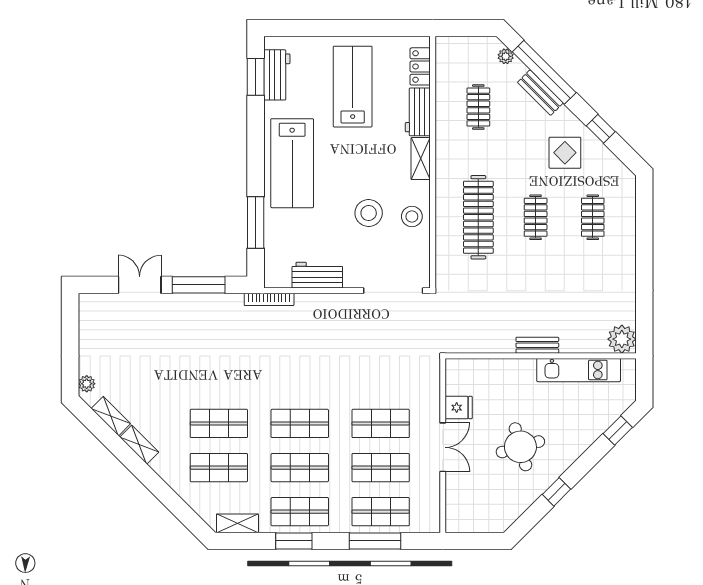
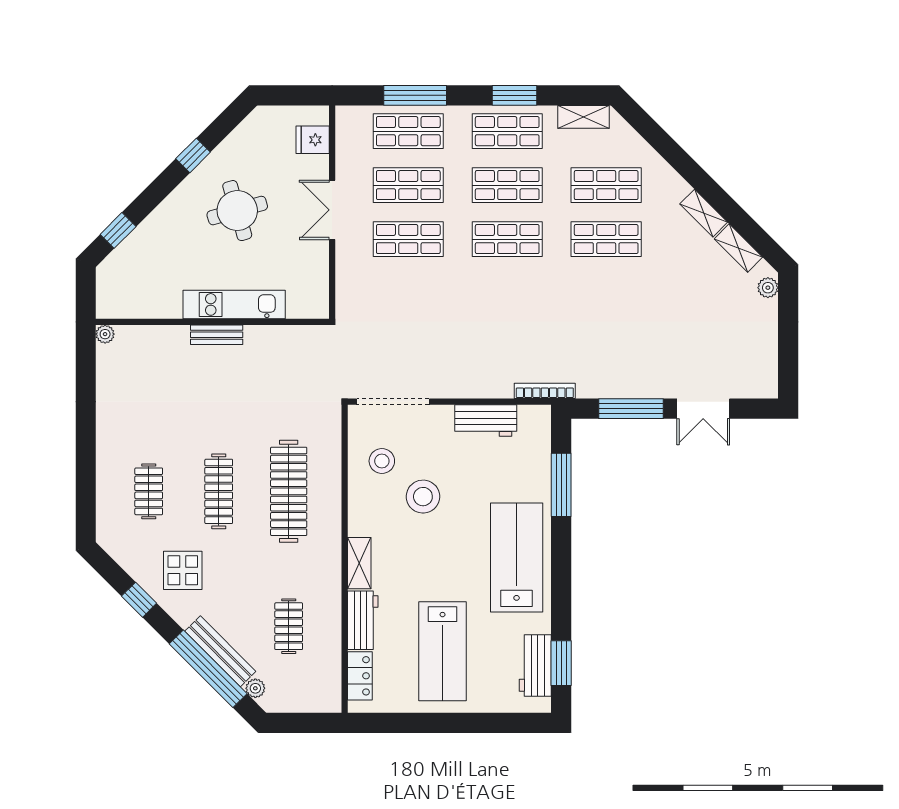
bench: (540, 93) -> (220, 651), width x1.36
stool: (412, 216) -> (382, 461), moved
clothes rail: (536, 217) -> (219, 491), width x1.36
plant: (622, 339) -> (105, 334), width x0.53, depth x0.53
kitchen unit: (579, 370) -> (234, 304), moved
fridge: (459, 408) -> (313, 140), moved

